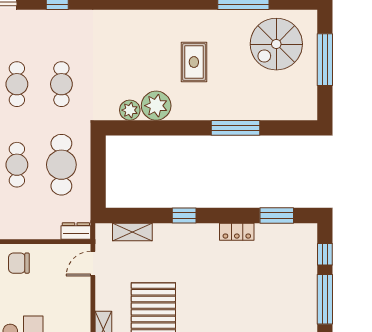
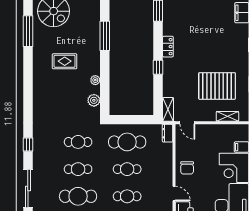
plant: (156, 106) -> (95, 80), width x0.53, depth x0.53
shelving: (132, 232) -> (168, 109), moved
locker: (237, 232) -> (168, 47), moved

